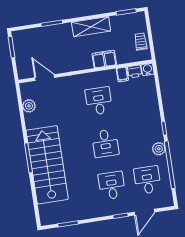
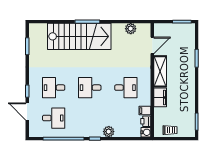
shelving: (91, 27) -> (160, 71), moved
plant: (159, 149) -> (109, 132), moved
desk: (112, 186) -> (54, 88), turned 180

